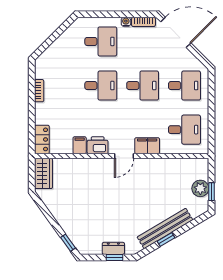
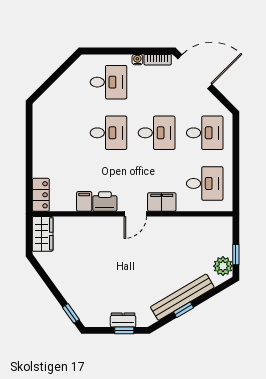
bookcase: (39, 91) -> (38, 139), removed
plant: (200, 188) -> (223, 266), moved

